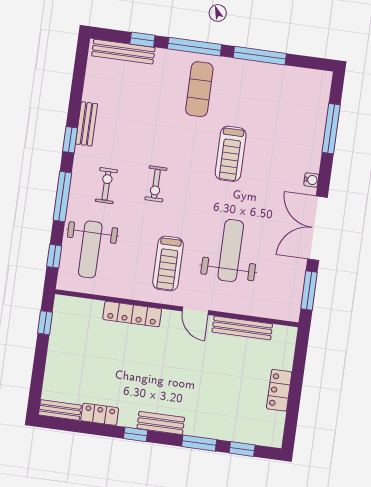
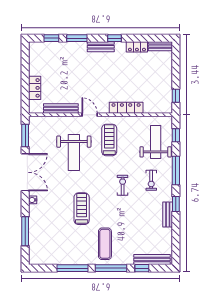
locker: (279, 390) -> (35, 88), moved

